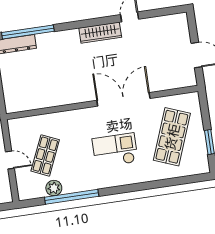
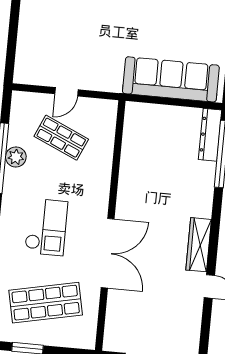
shop shelf: (172, 137) -> (46, 303), turned -33
plant: (54, 188) -> (16, 157), moved

